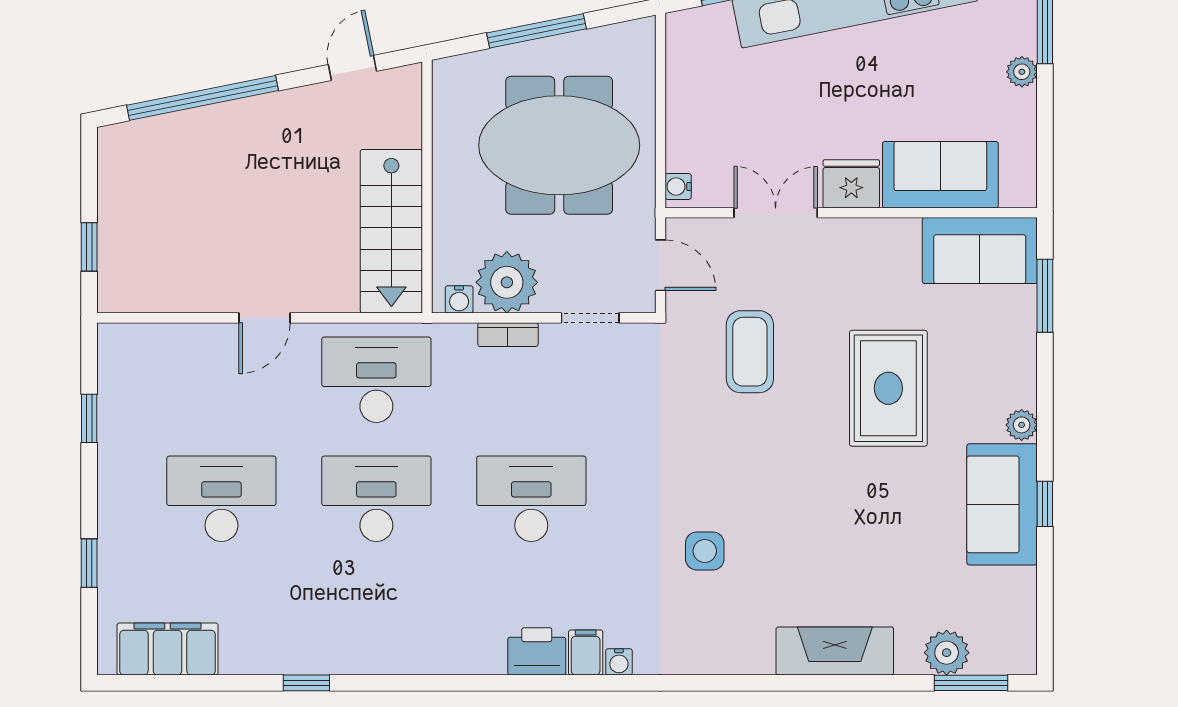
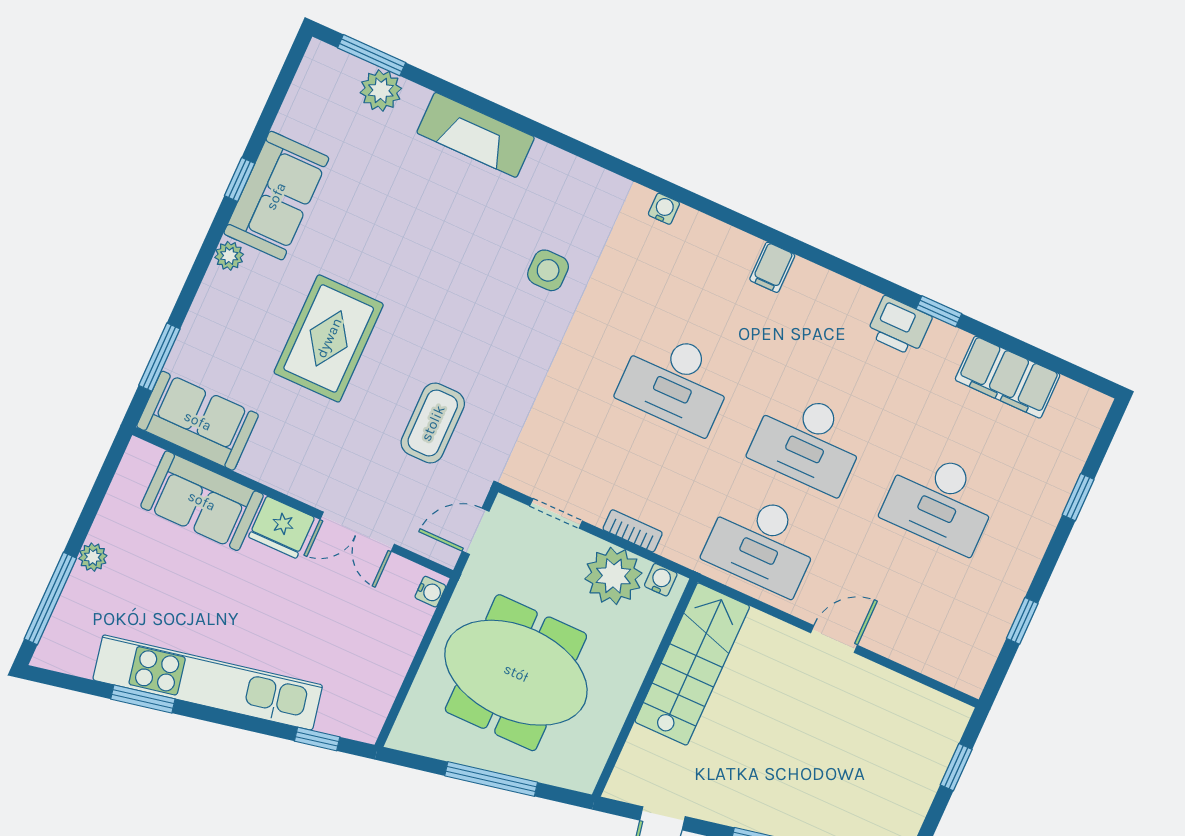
door: (660, 265) -> (476, 531), hinge flipped
filing cabinet: (168, 649) -> (1008, 377), moved
printer: (537, 651) -> (899, 326), moved
filing cabinet: (586, 652) -> (772, 267), moved

